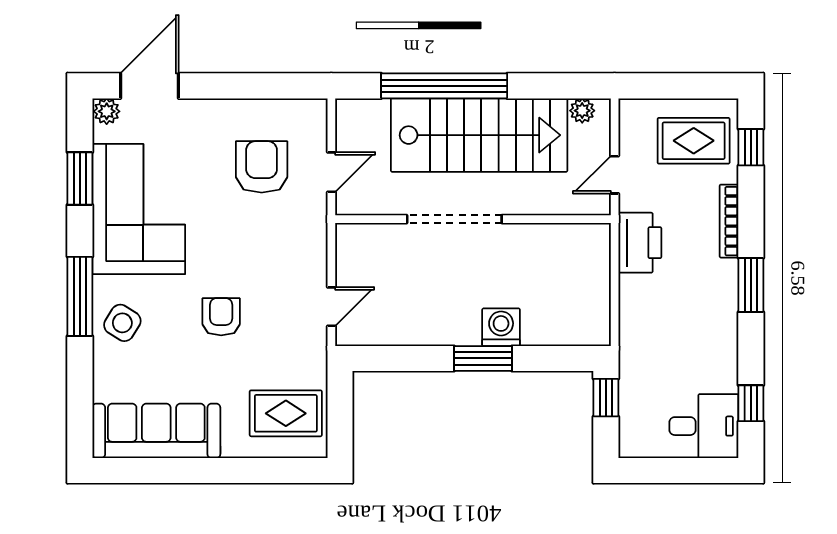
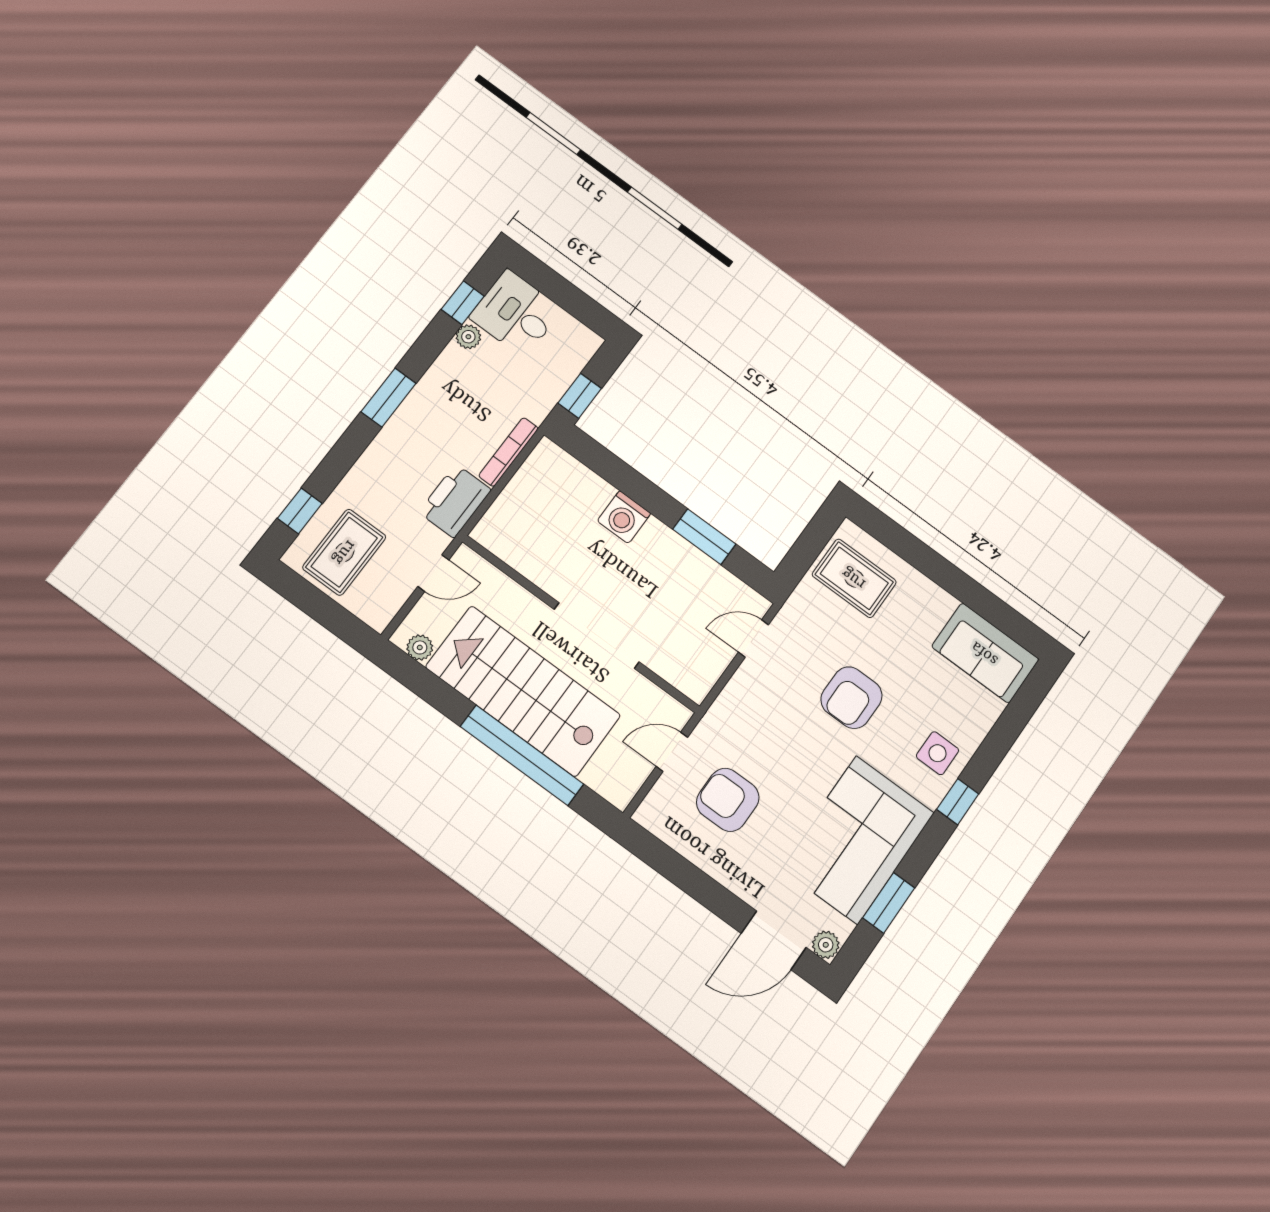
rug: (694, 141) -> (344, 552), turned 90
armchair: (262, 167) -> (728, 800), turned 90
bookcase: (729, 221) -> (509, 452), moved, turned 180
window: (80, 296) -> (958, 802), width x0.46
armchair: (221, 317) -> (851, 698), width x1.38, depth x1.38
side table: (122, 323) -> (937, 753), turned -32
window: (483, 358) -> (704, 537), moved
plant: (726, 379) -> (468, 337), added
sofa: (156, 431) -> (985, 653), width x0.73

